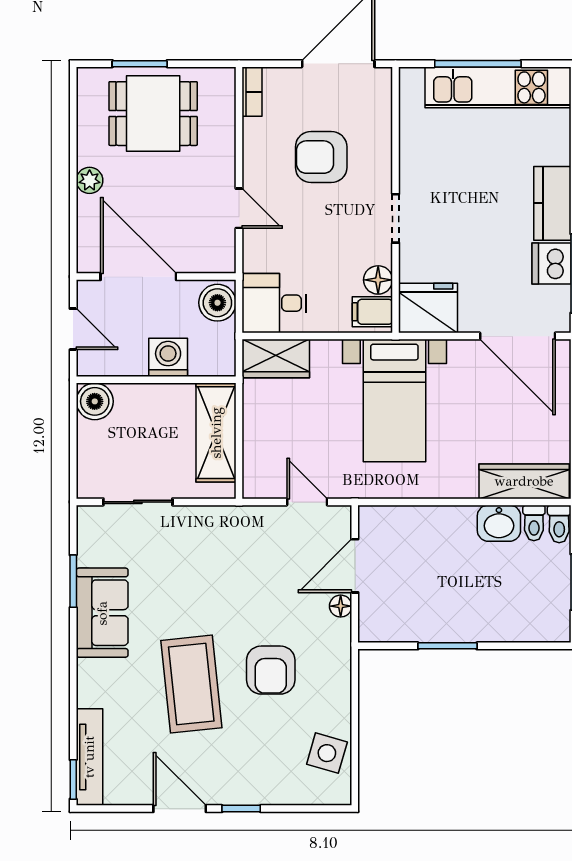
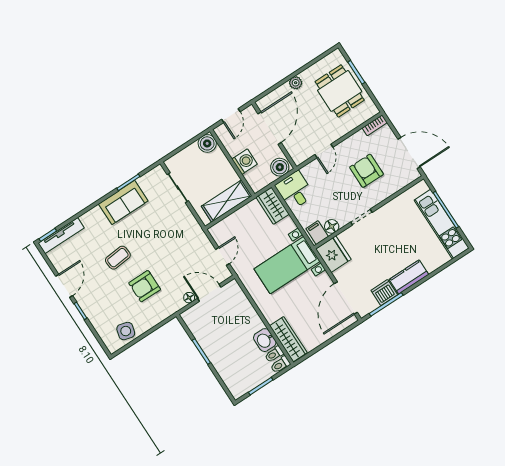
coffee table: (191, 684) -> (118, 258), width x0.54, depth x0.58

